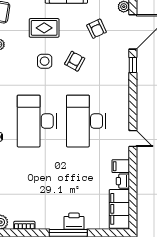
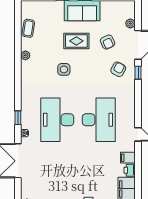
rug: (44, 28) -> (76, 41), moved
armchair: (75, 61) -> (118, 69), moved
desk: (86, 121) -> (99, 120), turned 180

